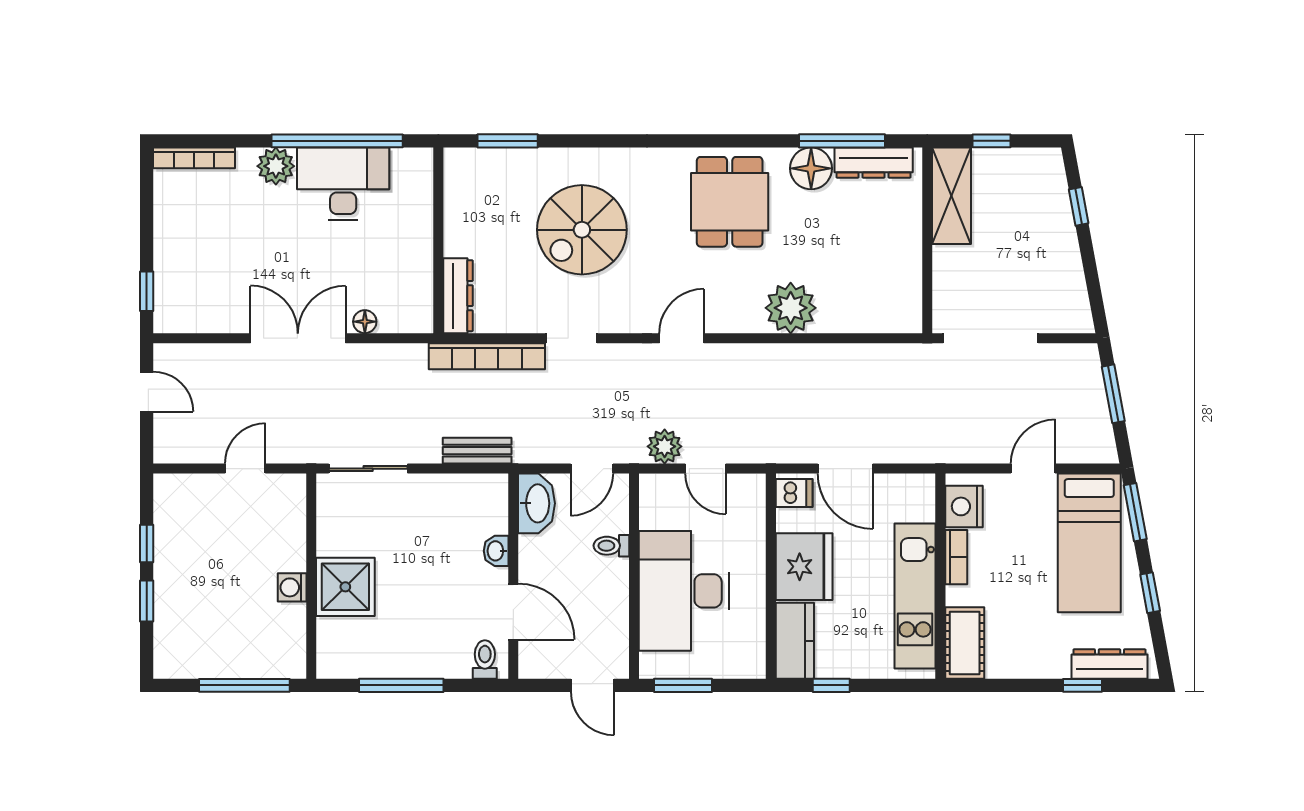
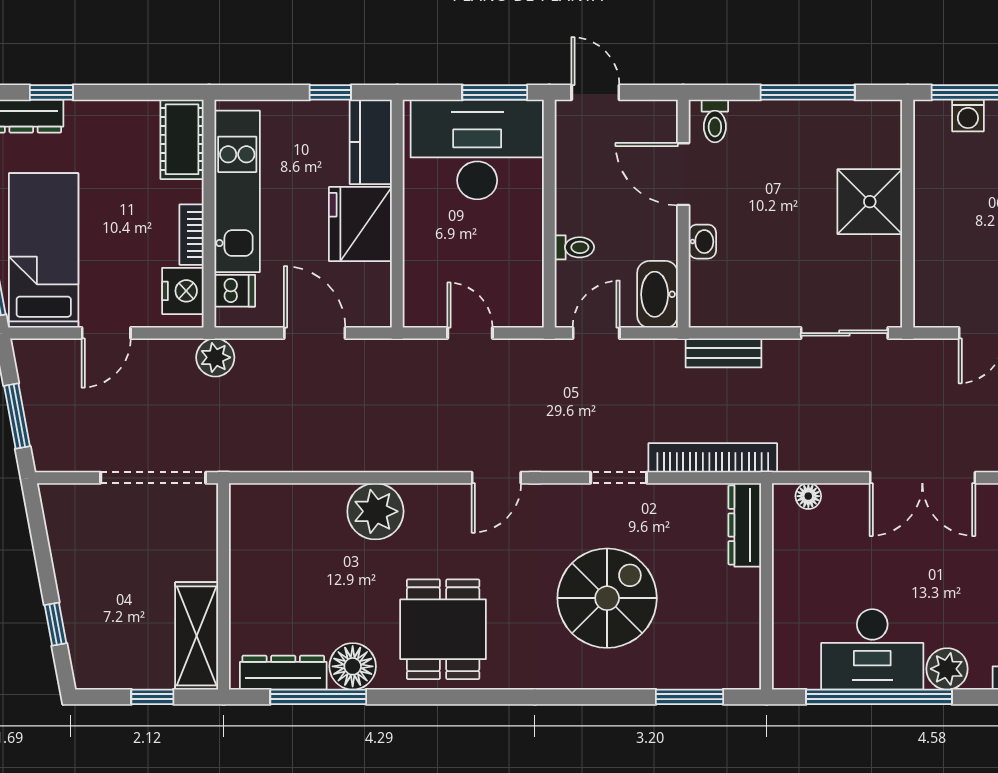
floor lamp: (365, 322) -> (808, 496), moved
plant: (665, 446) -> (215, 357), moved
dishwasher: (794, 493) -> (235, 291), moved, turned 180
washing machine: (292, 587) -> (968, 115), moved, turned 90
desk: (684, 591) -> (477, 149), moved, turned -90

